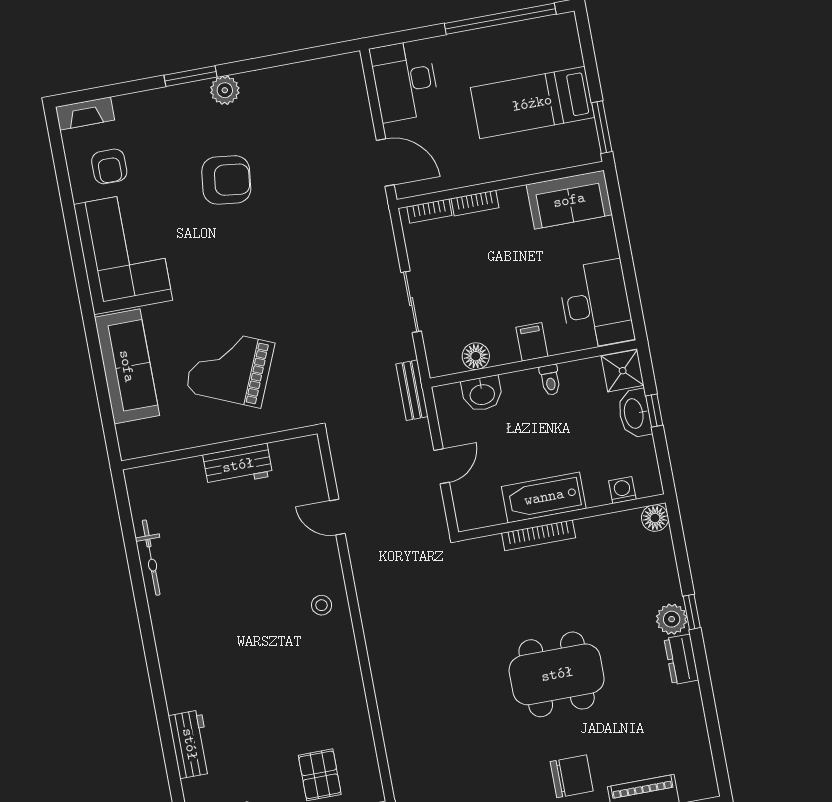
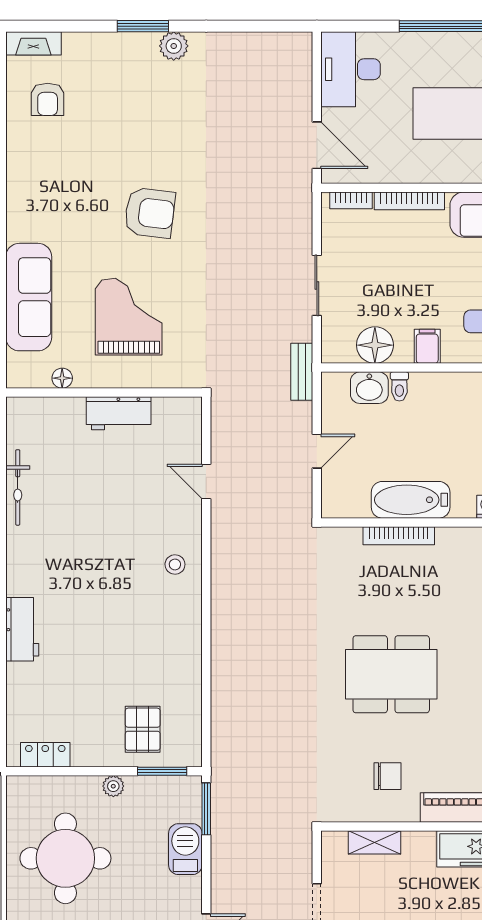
armchair: (226, 180) -> (150, 213), moved
bookcase: (475, 203) -> (409, 201), width x1.56
corner sofa: (123, 252) -> (45, 185), removed
floor lamp: (476, 356) -> (375, 345), width x1.38, depth x1.38
grand piano: (230, 367) -> (129, 317), turned 67
toilet: (550, 380) -> (399, 386), moved
floor lamp: (175, 441) -> (62, 378), added
workbench: (190, 744) -> (22, 629), moved
chair: (572, 776) -> (387, 776), width x0.73, depth x0.73

